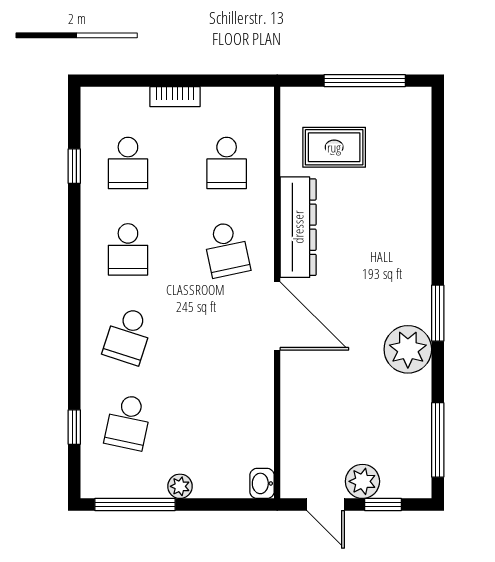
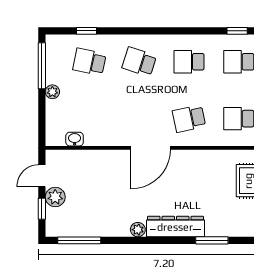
dresser: (298, 227) -> (175, 227), moved, turned 180
window: (438, 313) -> (212, 240), moved
plant: (408, 349) -> (138, 230), width x0.53, depth x0.53
washbasin: (262, 483) -> (75, 139), moved

